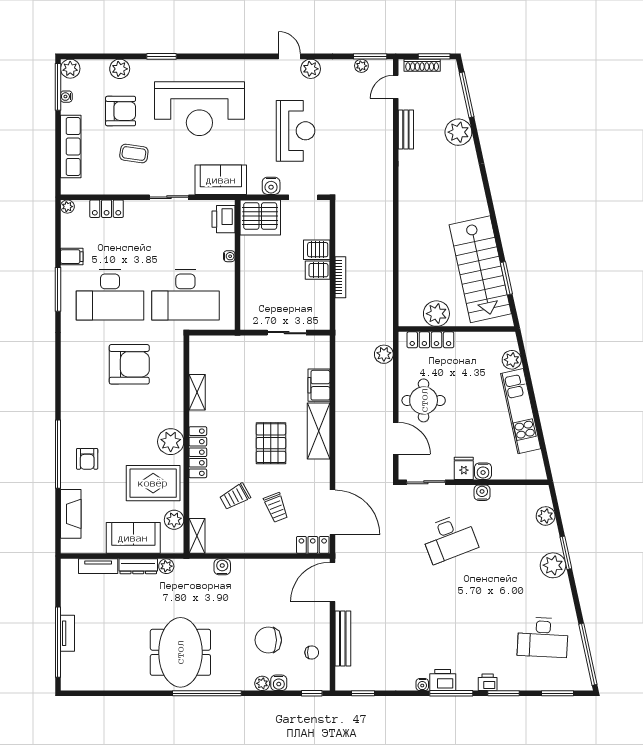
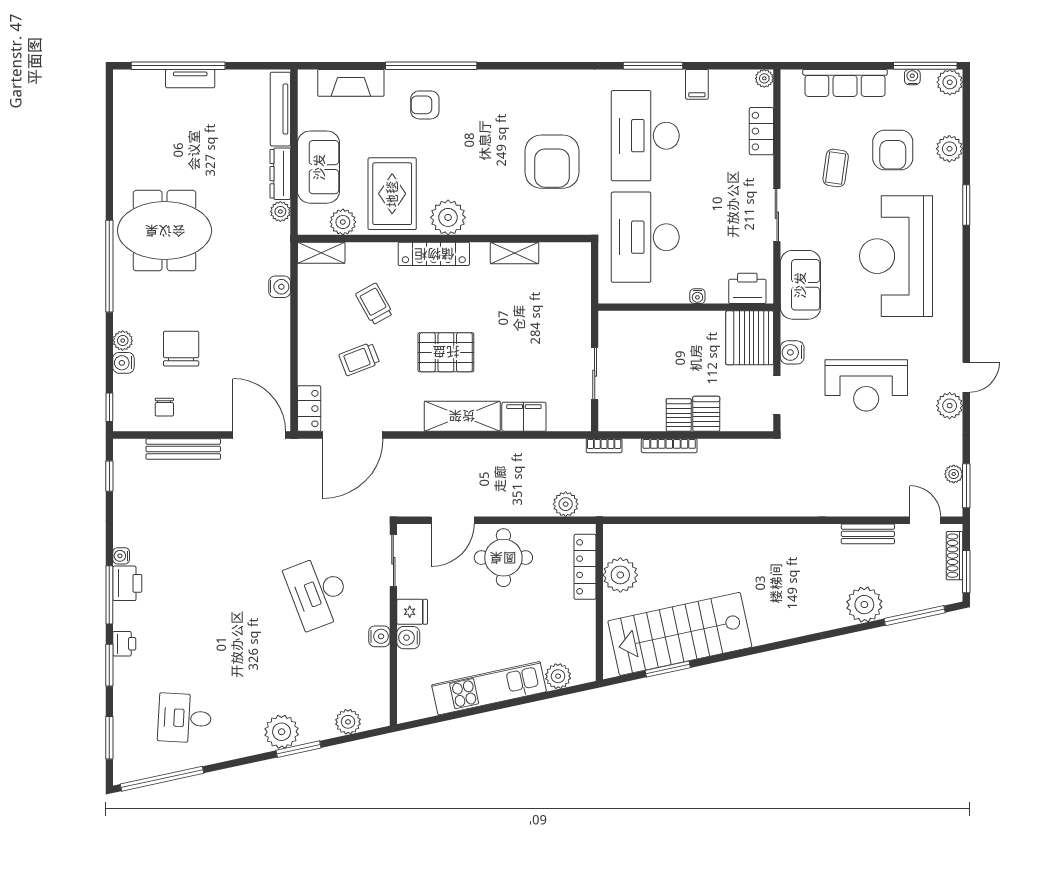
bookcase: (340, 326) -> (604, 446), added
tv unit: (98, 566) -> (280, 109), width x1.41
desk: (543, 637) -> (185, 718), width x0.73

